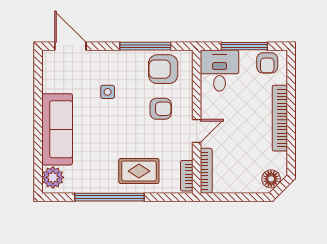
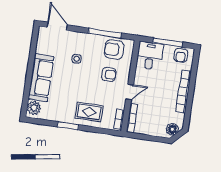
window: (109, 197) -> (68, 126), width x0.47

